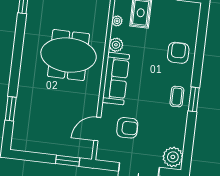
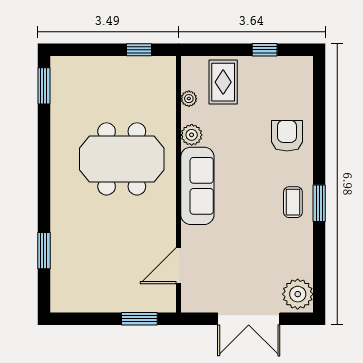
armchair: (127, 128) -> (224, 258), removed

